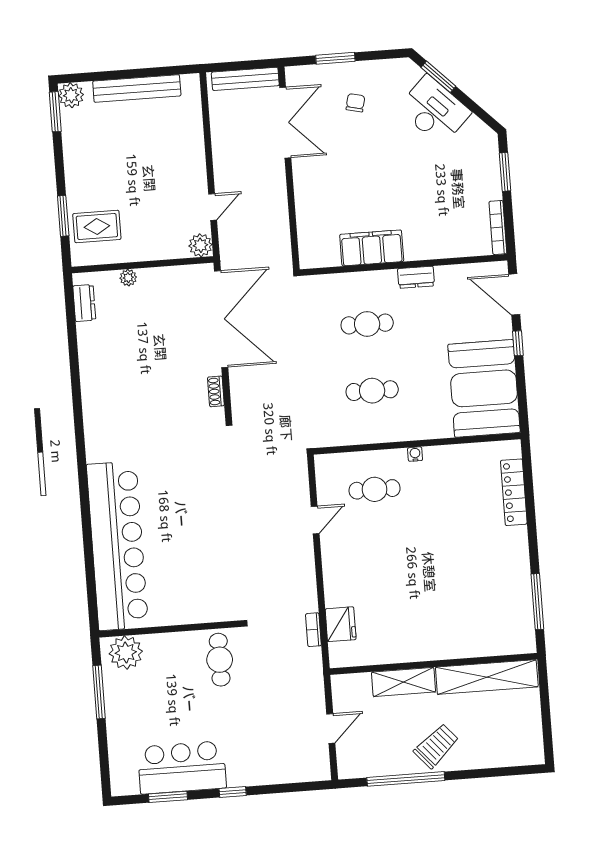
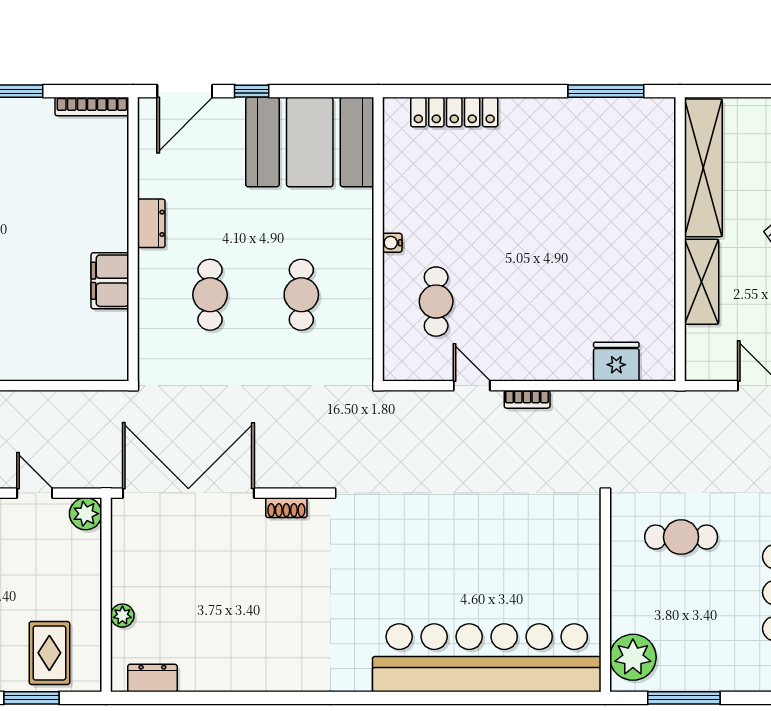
filing cabinet: (372, 248) -> (110, 281), width x0.67, depth x0.86
bookcase: (313, 630) -> (527, 399), moved
cafe table: (220, 660) -> (681, 537), moved

